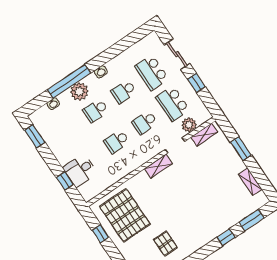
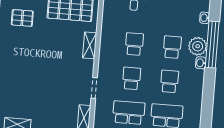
washbasin: (101, 72) -> (201, 63), moved
plant: (189, 125) -> (102, 112), removed
shelving: (158, 166) -> (90, 45), moved

